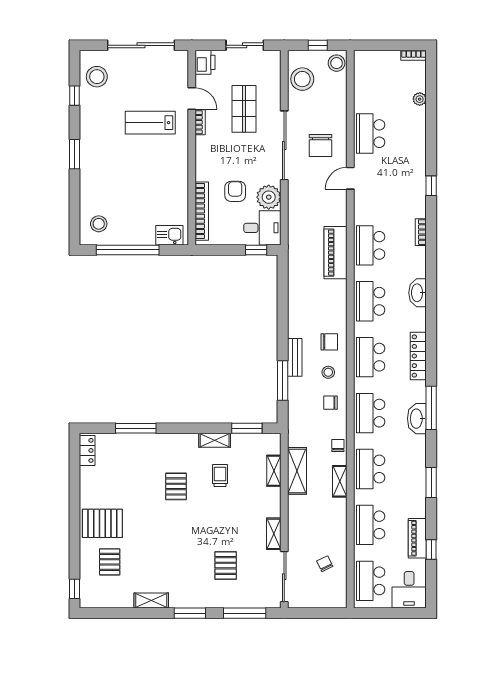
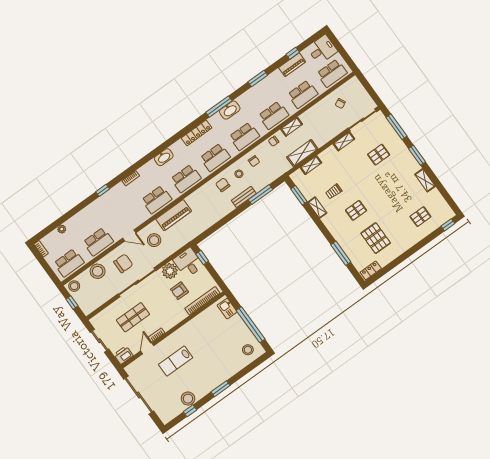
stool: (97, 77) -> (188, 399), moved
school desk: (371, 78) -> (69, 263), added
stool: (302, 79) -> (98, 271), moved
lab bench: (150, 123) -> (176, 361), turned 90
stool: (322, 205) -> (154, 240), added
pallet: (102, 523) -> (376, 238), moved

